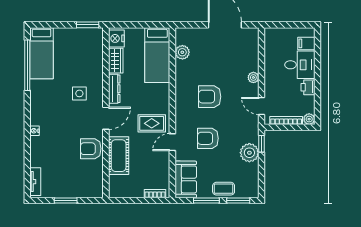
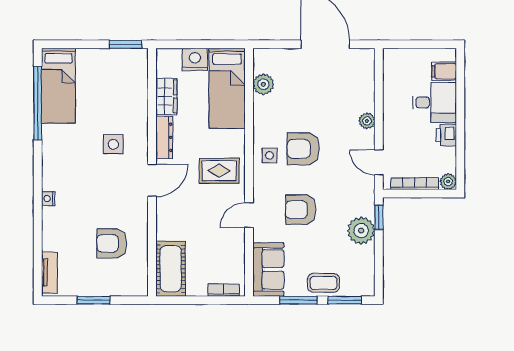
nightstand: (116, 38) -> (195, 60), moved, turned 90
side table: (186, 101) -> (269, 155), added
rug: (152, 123) -> (219, 171), moved
armchair: (91, 149) -> (112, 243), moved
cot: (119, 156) -> (171, 269), moved

